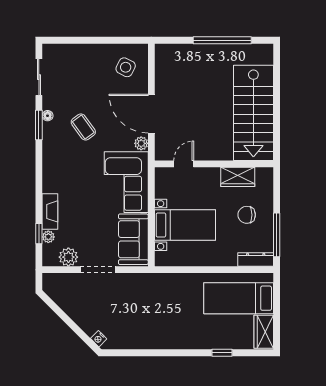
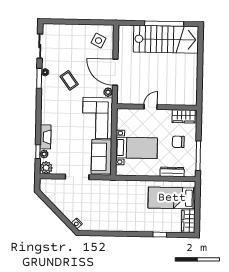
stairs: (253, 113) -> (166, 39), moved, turned -90
door: (184, 164) -> (151, 107), moved
wardrobe: (238, 177) -> (184, 116), moved
plant: (68, 257) -> (46, 168), moved
dresser: (256, 260) -> (172, 172), moved

